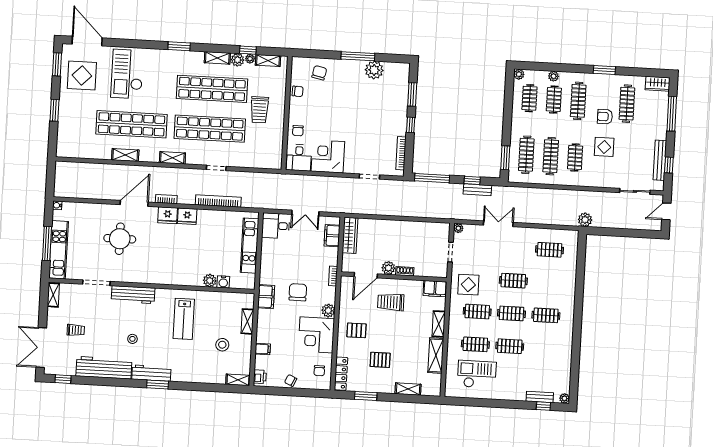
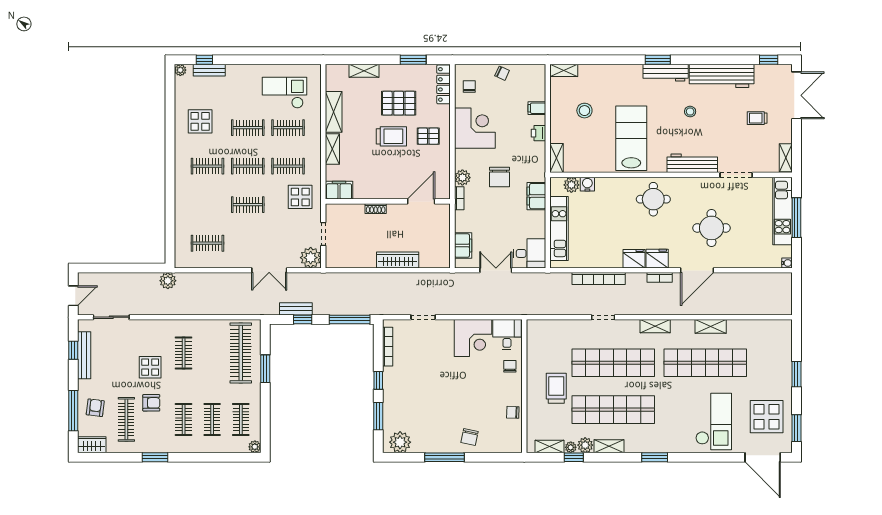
plant: (374, 70) -> (400, 442), moved
chair: (319, 73) -> (470, 437), moved
plant: (554, 76) -> (214, 447), removed
clothes rail: (578, 101) -> (184, 419), width x0.73
armchair: (653, 115) -> (95, 408), added
clothes rail: (526, 155) -> (241, 353), width x1.37, depth x1.31
clothes rail: (551, 156) -> (212, 353), removed
window: (505, 158) -> (265, 369), moved
plant: (458, 228) -> (311, 258), width x1.88, depth x1.88
wardrobe: (350, 235) -> (398, 260), moved, turned 90
round table: (168, 266) -> (653, 199), added
plant: (388, 268) -> (395, 211), removed
plant: (210, 281) -> (571, 185), moved
filing cabinet: (266, 297) -> (536, 196), moved
trolley: (391, 302) -> (391, 136), moved
plant: (328, 311) -> (462, 178), moved
lab bench: (184, 319) -> (631, 138), width x1.36, depth x1.39
shelving: (247, 321) -> (557, 158), moved
display table: (550, 354) -> (200, 121), added
pallet: (380, 360) -> (399, 103), width x1.50, depth x1.42
checkout: (477, 374) -> (284, 93), turned 180
printer: (260, 377) -> (538, 133), moved

